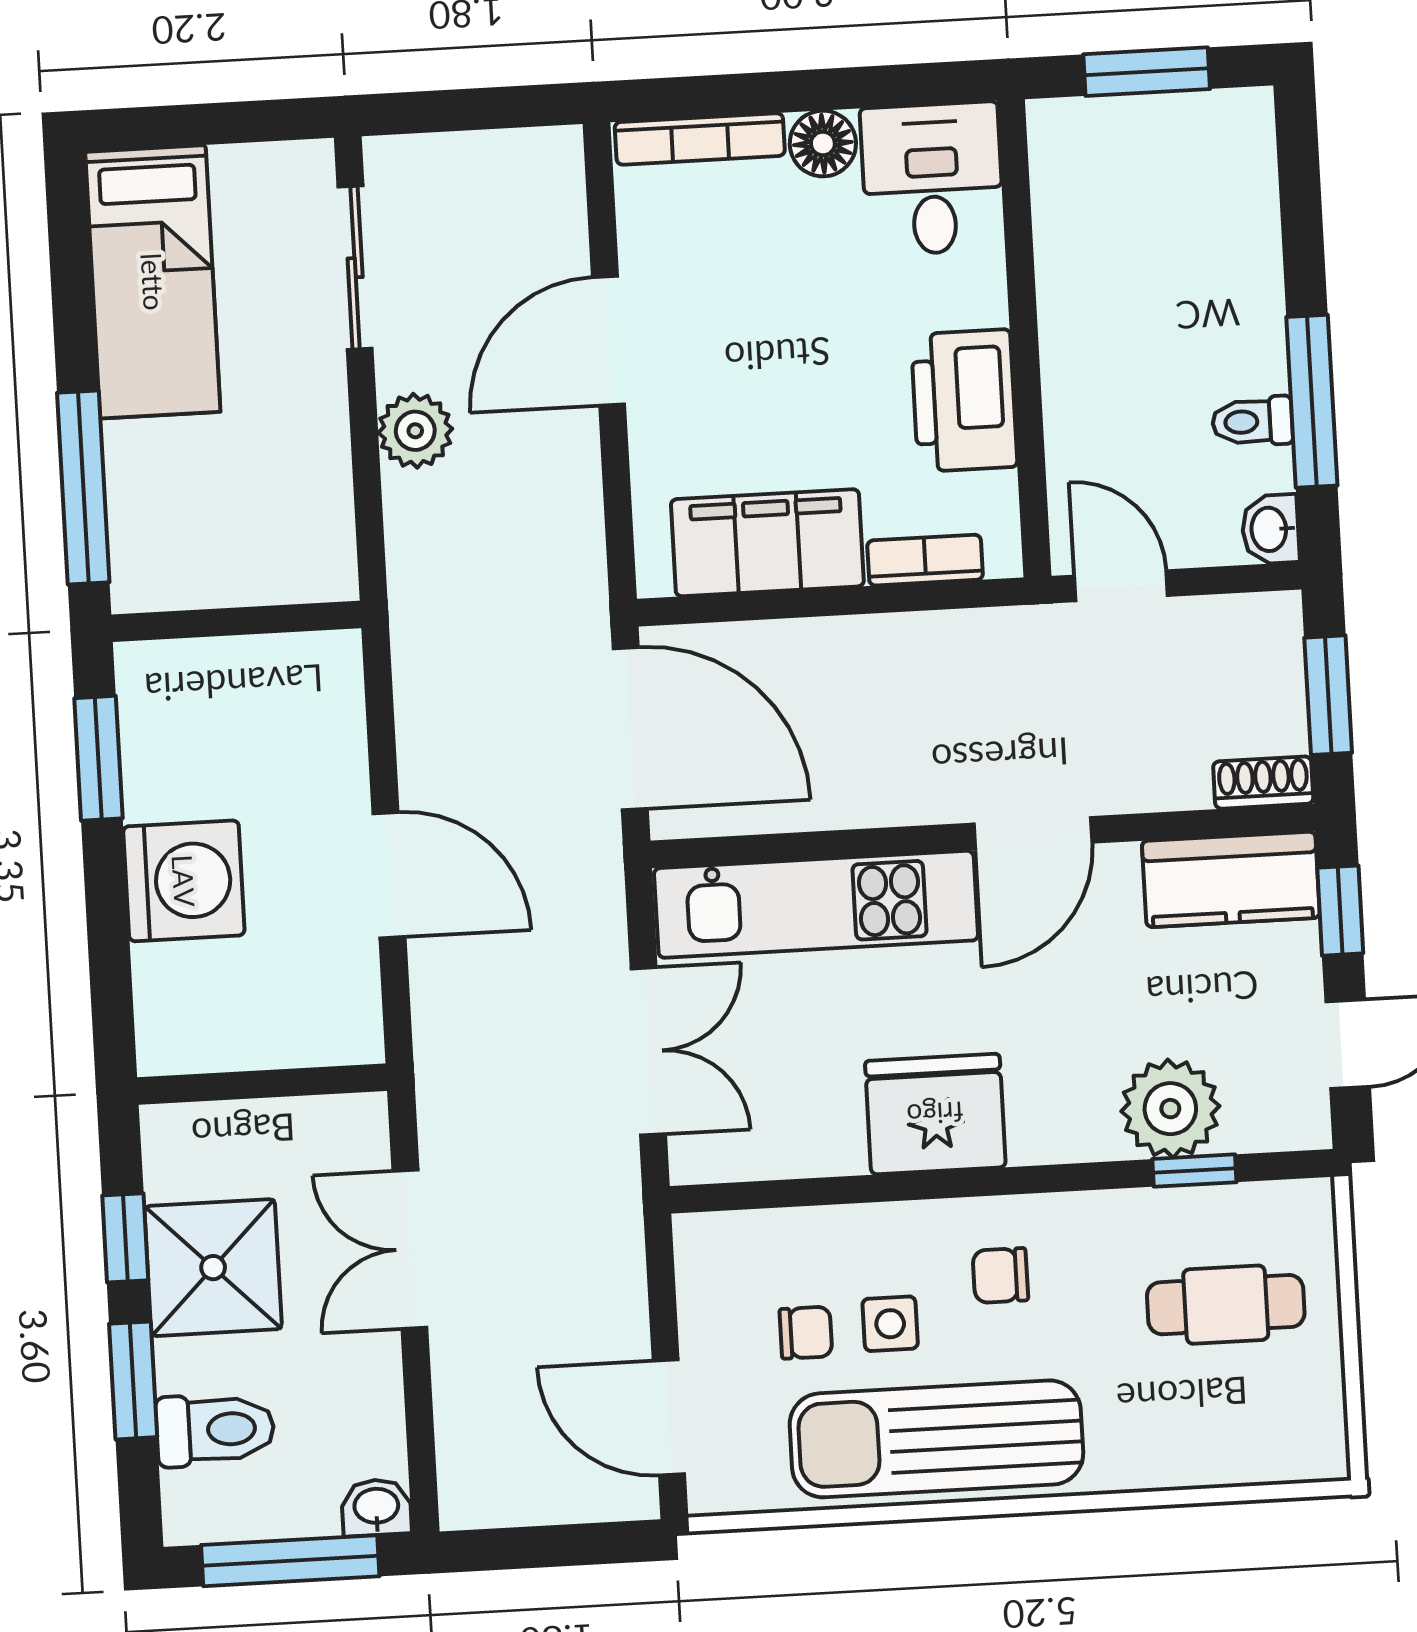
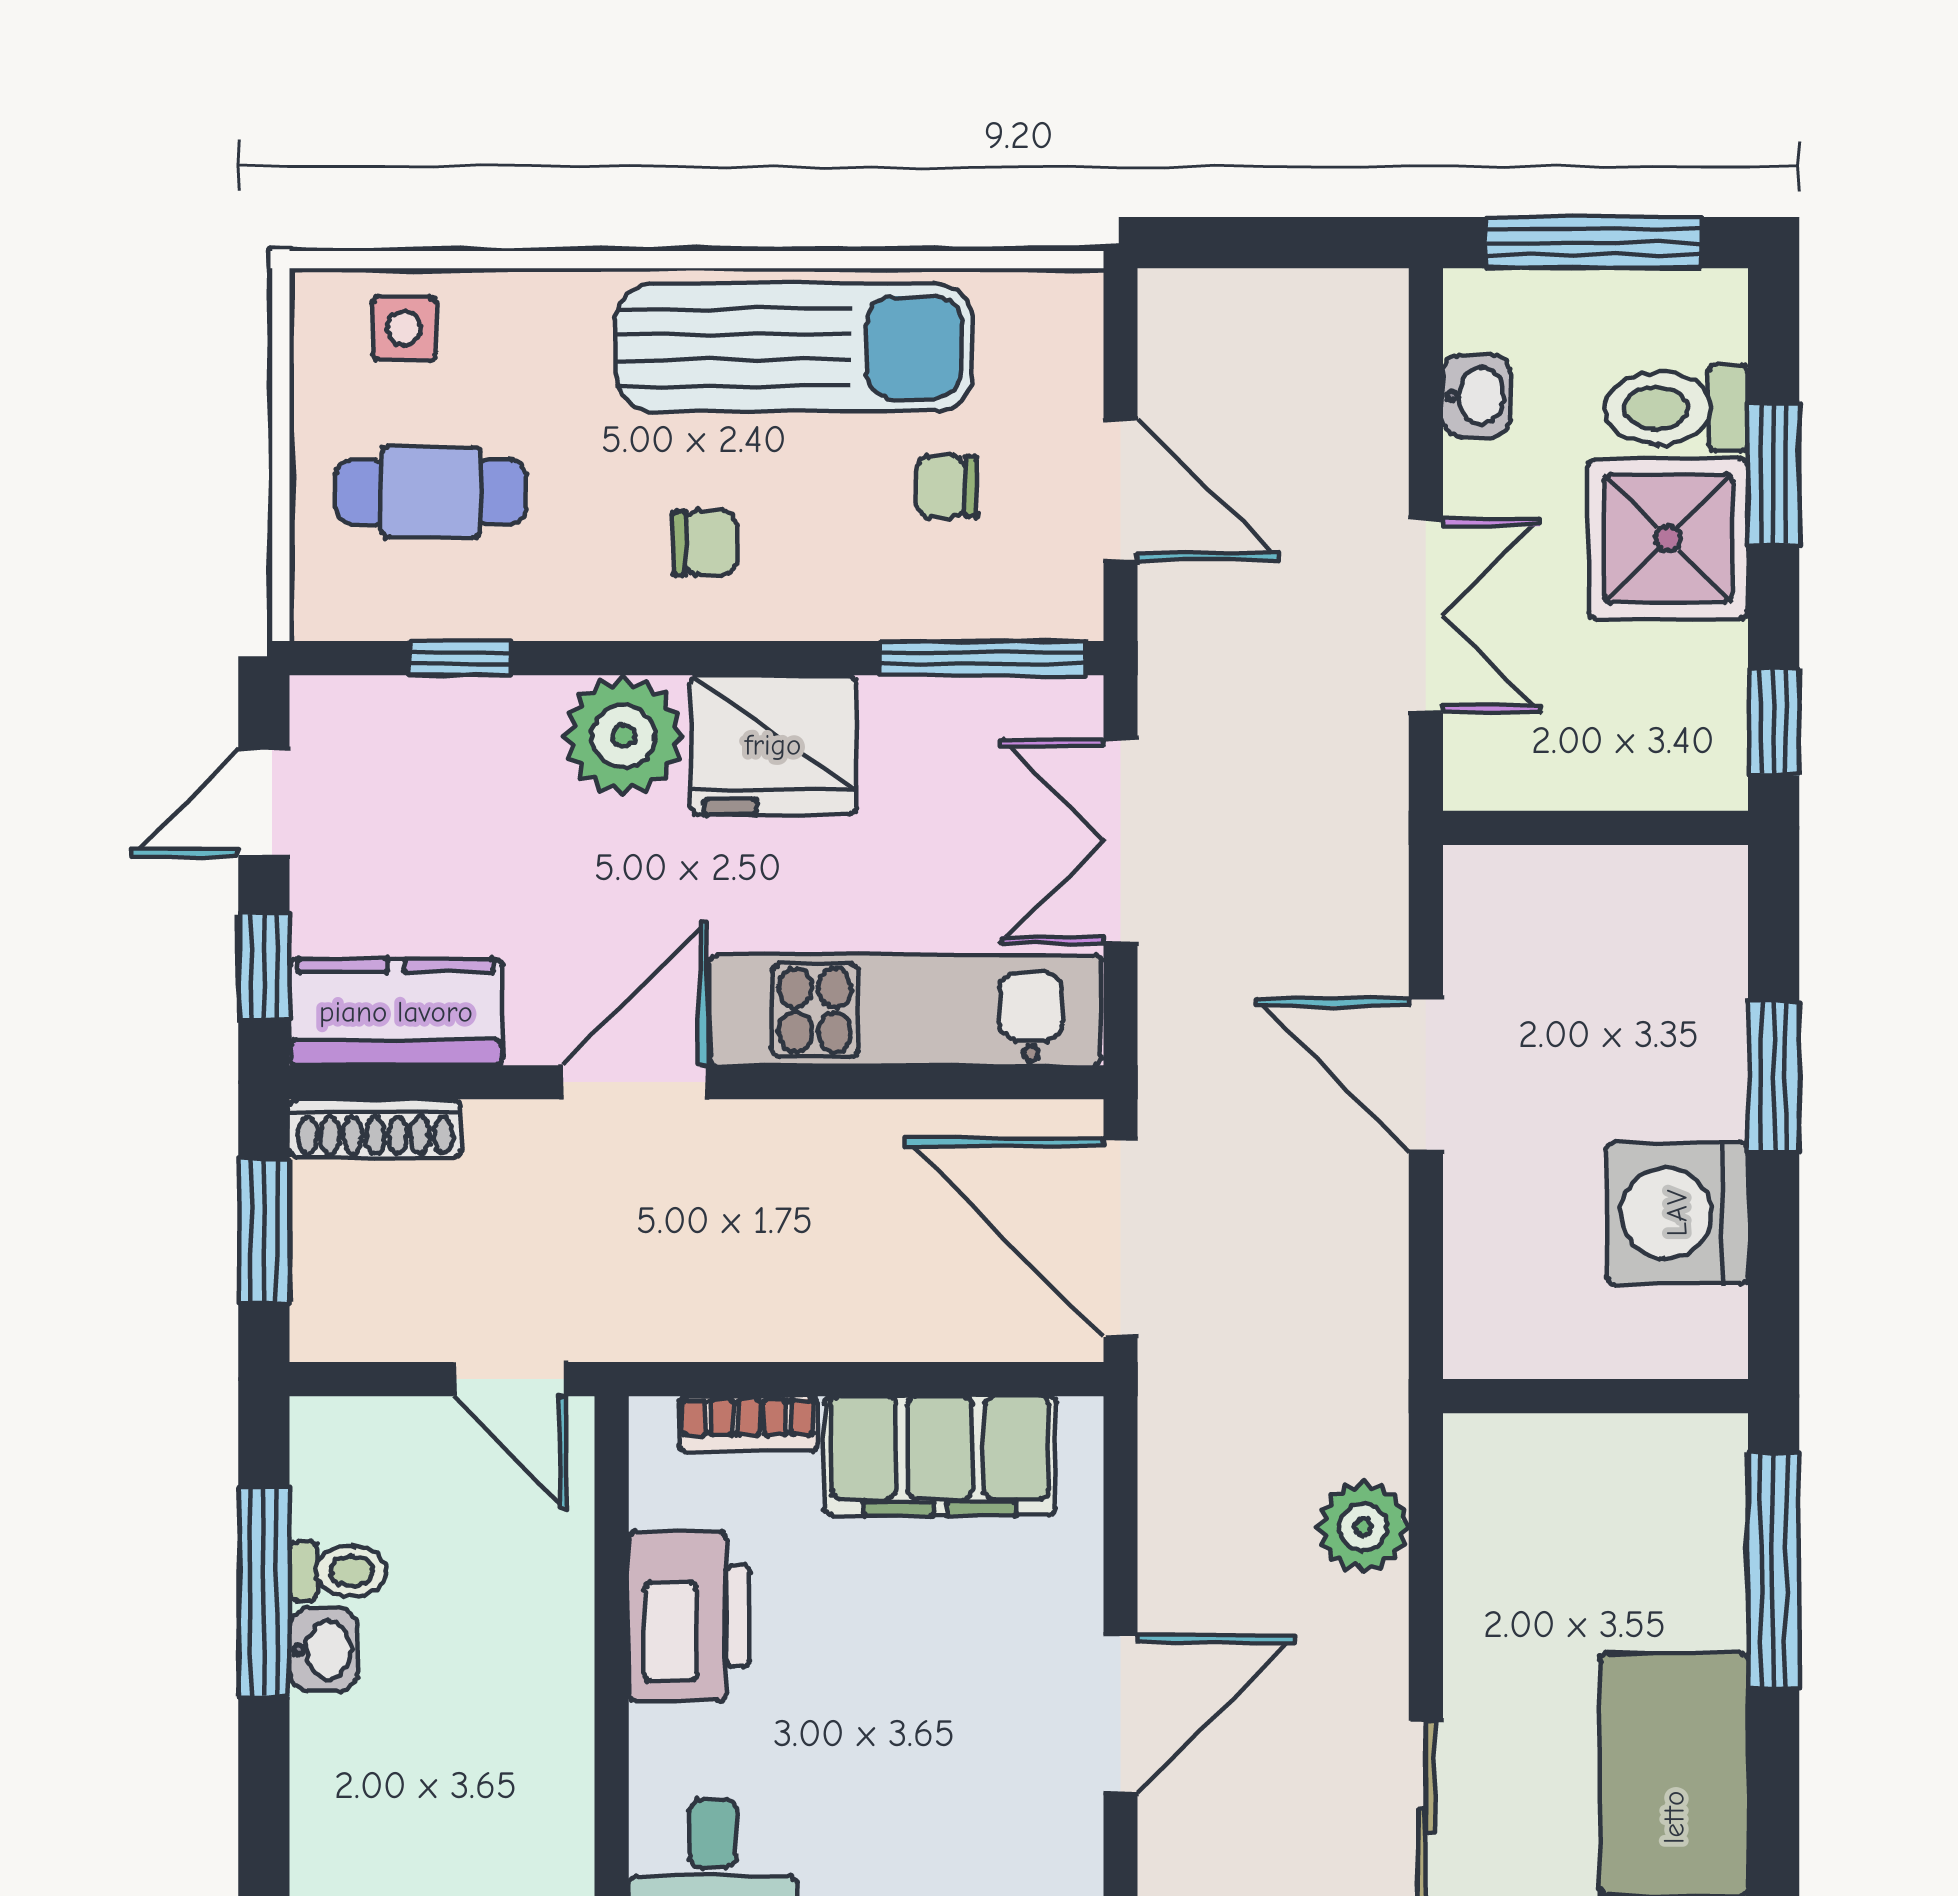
plant: (415, 431) -> (1363, 1527), moved
washbasin: (1270, 529) -> (323, 1650), moved
window: (98, 758) -> (1774, 1077), moved
shoe rack: (1263, 783) -> (375, 1128), width x1.43
washing machine: (184, 881) -> (1677, 1213), moved
plant: (1170, 1109) -> (624, 736), moved
window: (769, 1194) -> (982, 658), added
window: (125, 1238) -> (1774, 722), moved
shower: (213, 1268) -> (1668, 538), moved
side table: (890, 1324) -> (404, 328), moved
door: (669, 1417) -> (1121, 489), moved
washbasin: (376, 1507) -> (1477, 396), moved, turned -90

